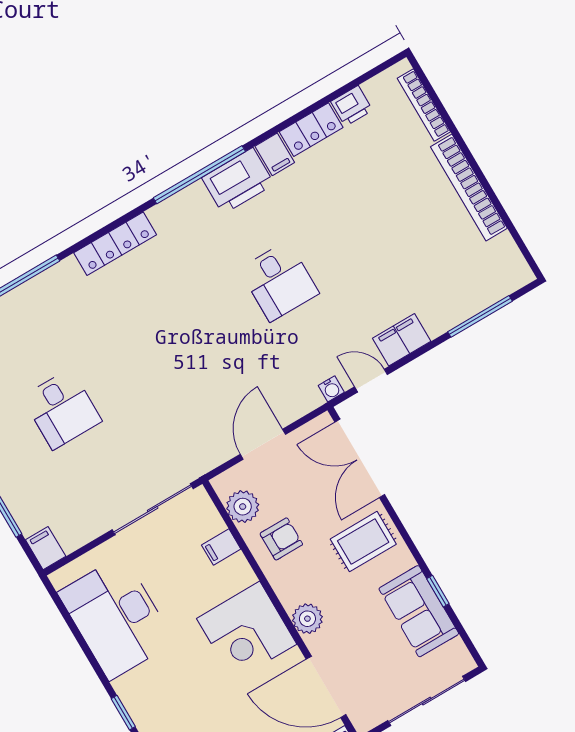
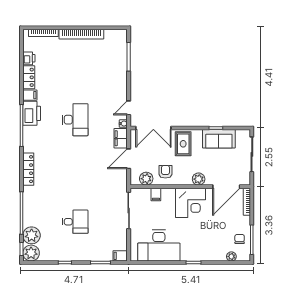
desk: (279, 281) -> (75, 120), width x1.37
filing cabinet: (402, 340) -> (121, 138), moved
door: (263, 444) -> (129, 159), hinge flipped

